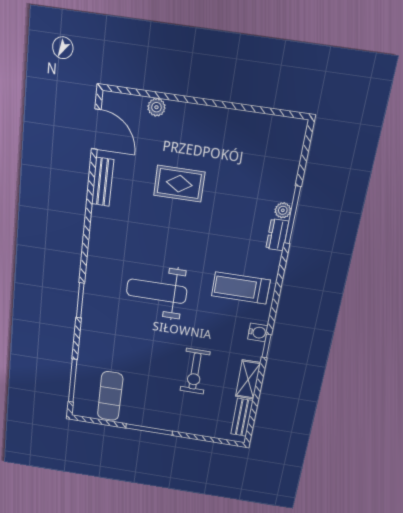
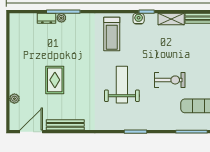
bench: (103, 182) -> (65, 125), width x1.36
dresser: (277, 235) -> (47, 18), moved
weight bench: (157, 291) -> (122, 85), turned 180
exercise bike: (195, 371) -> (170, 80), moved

